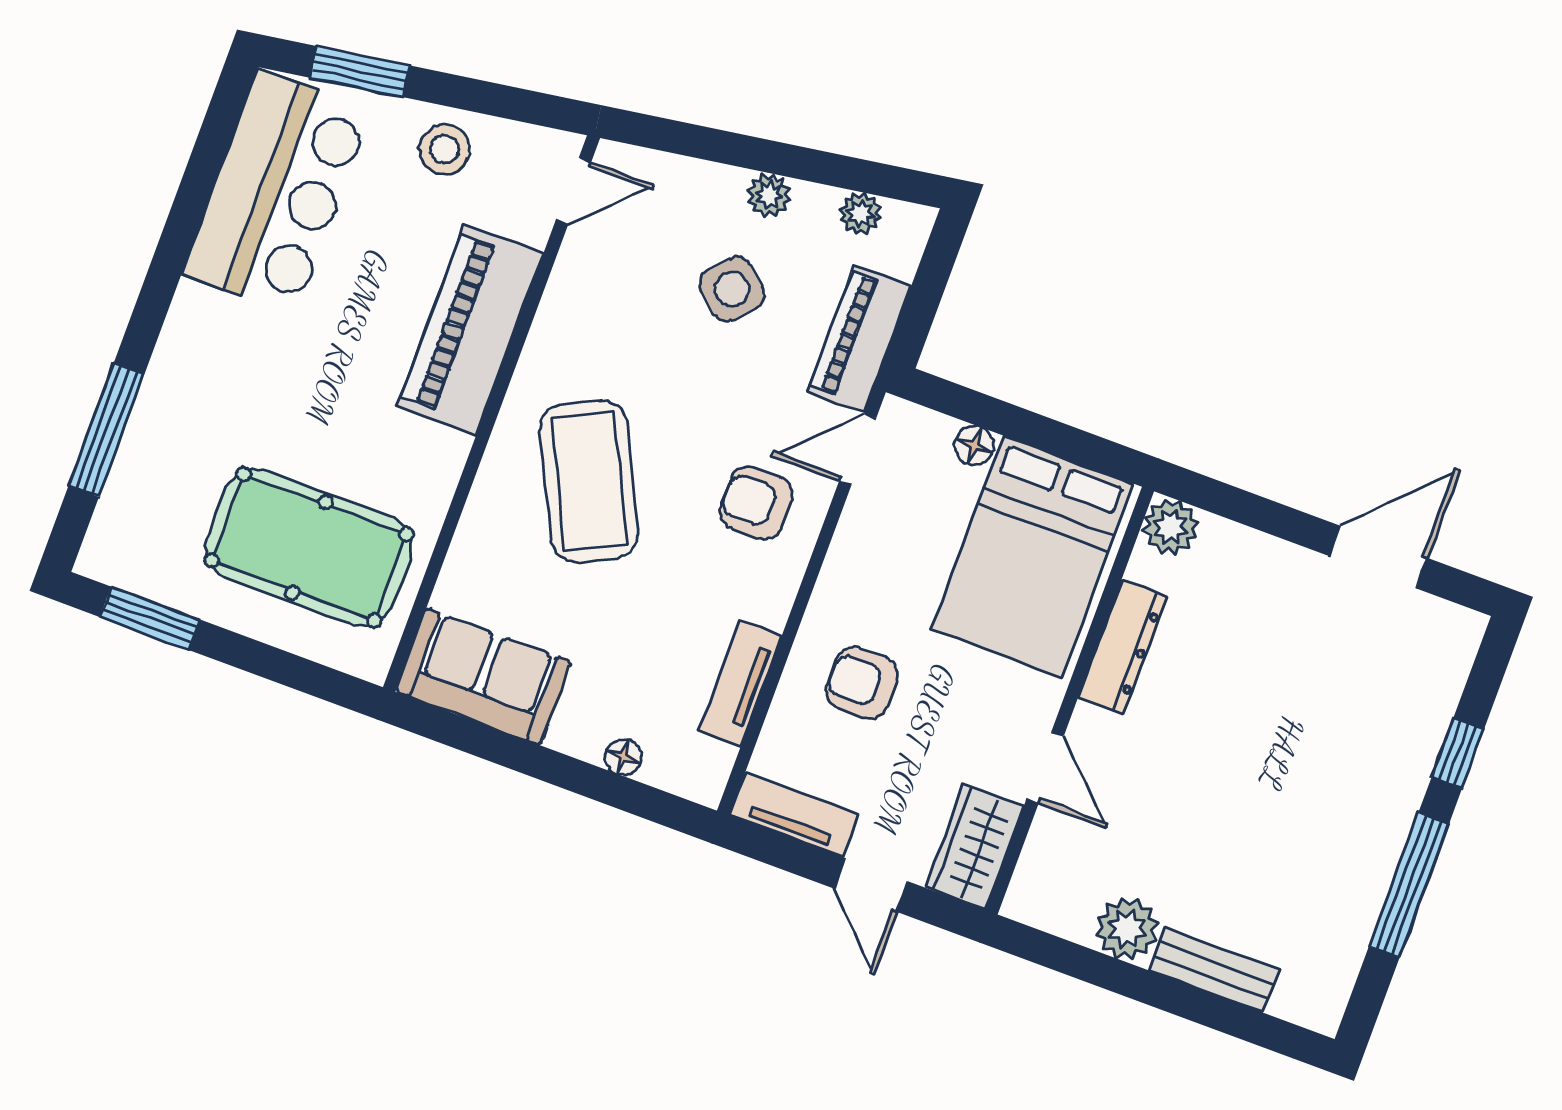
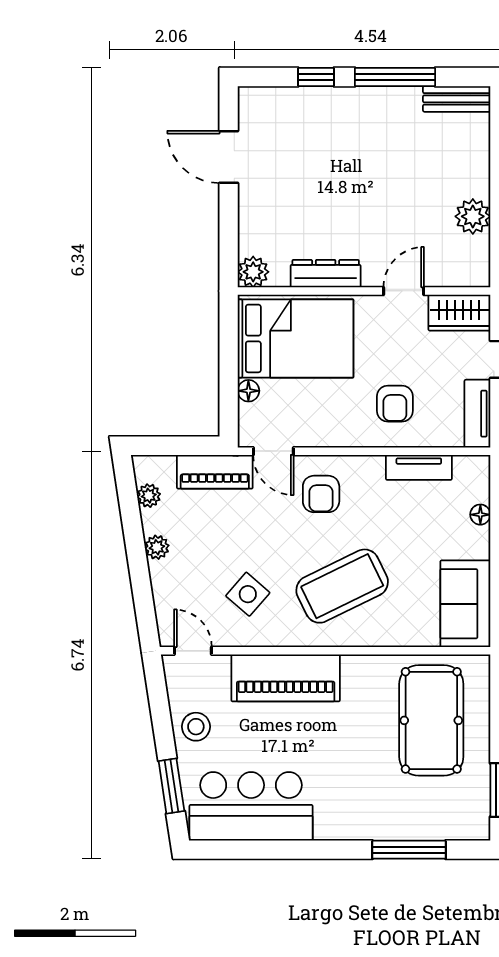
side table: (732, 289) -> (248, 594), moved
bench: (1214, 970) -> (457, 99), moved, turned 90

